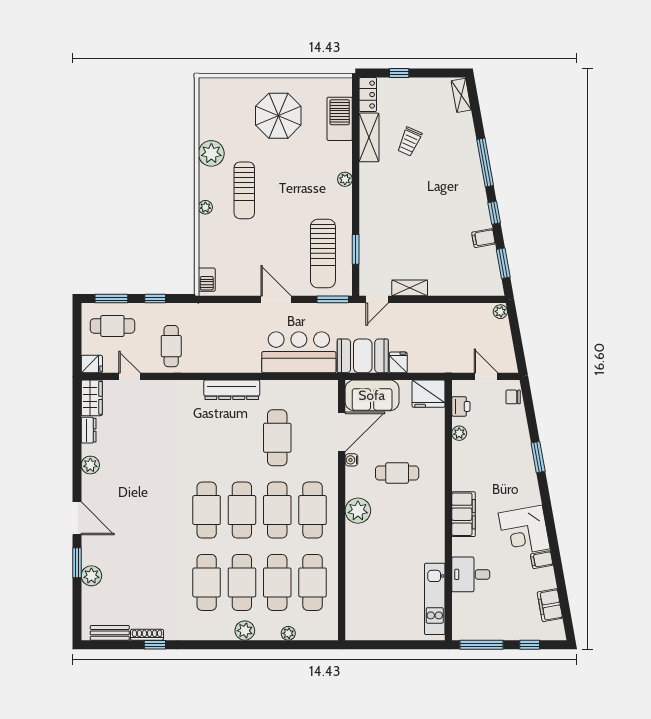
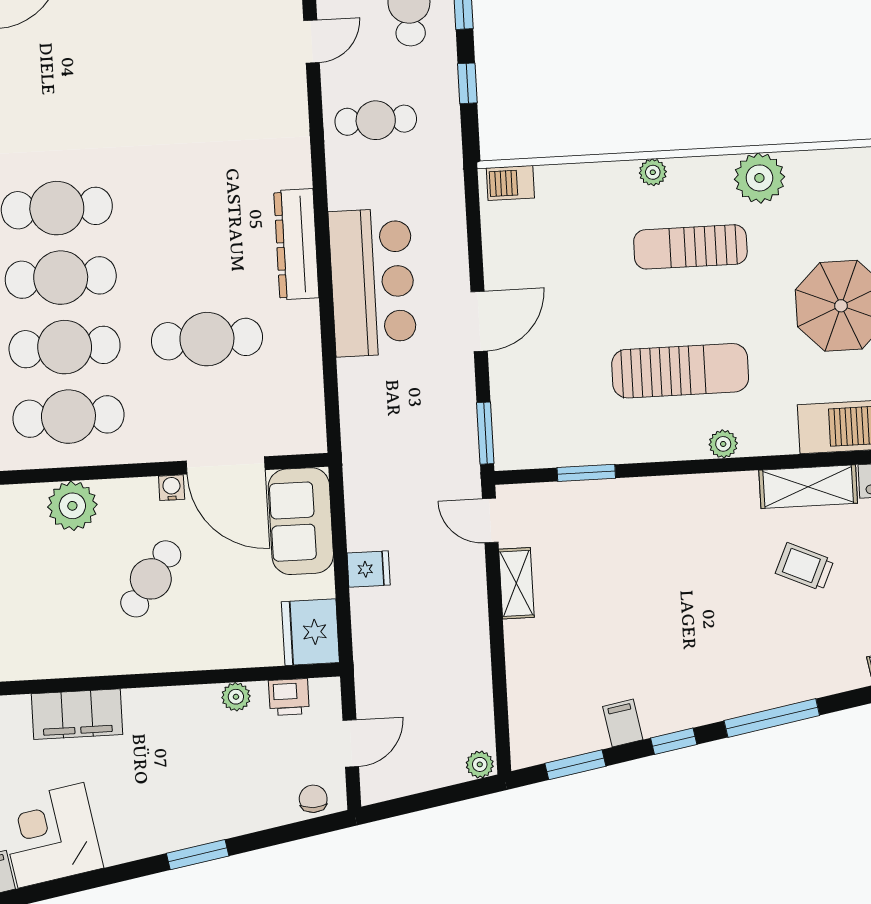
sun lounger: (323, 254) -> (680, 371), moved, turned 180
bar counter: (299, 352) -> (373, 282), moved
booth: (363, 356) -> (378, 498), removed
cafe table: (397, 473) -> (151, 579), turned 36

